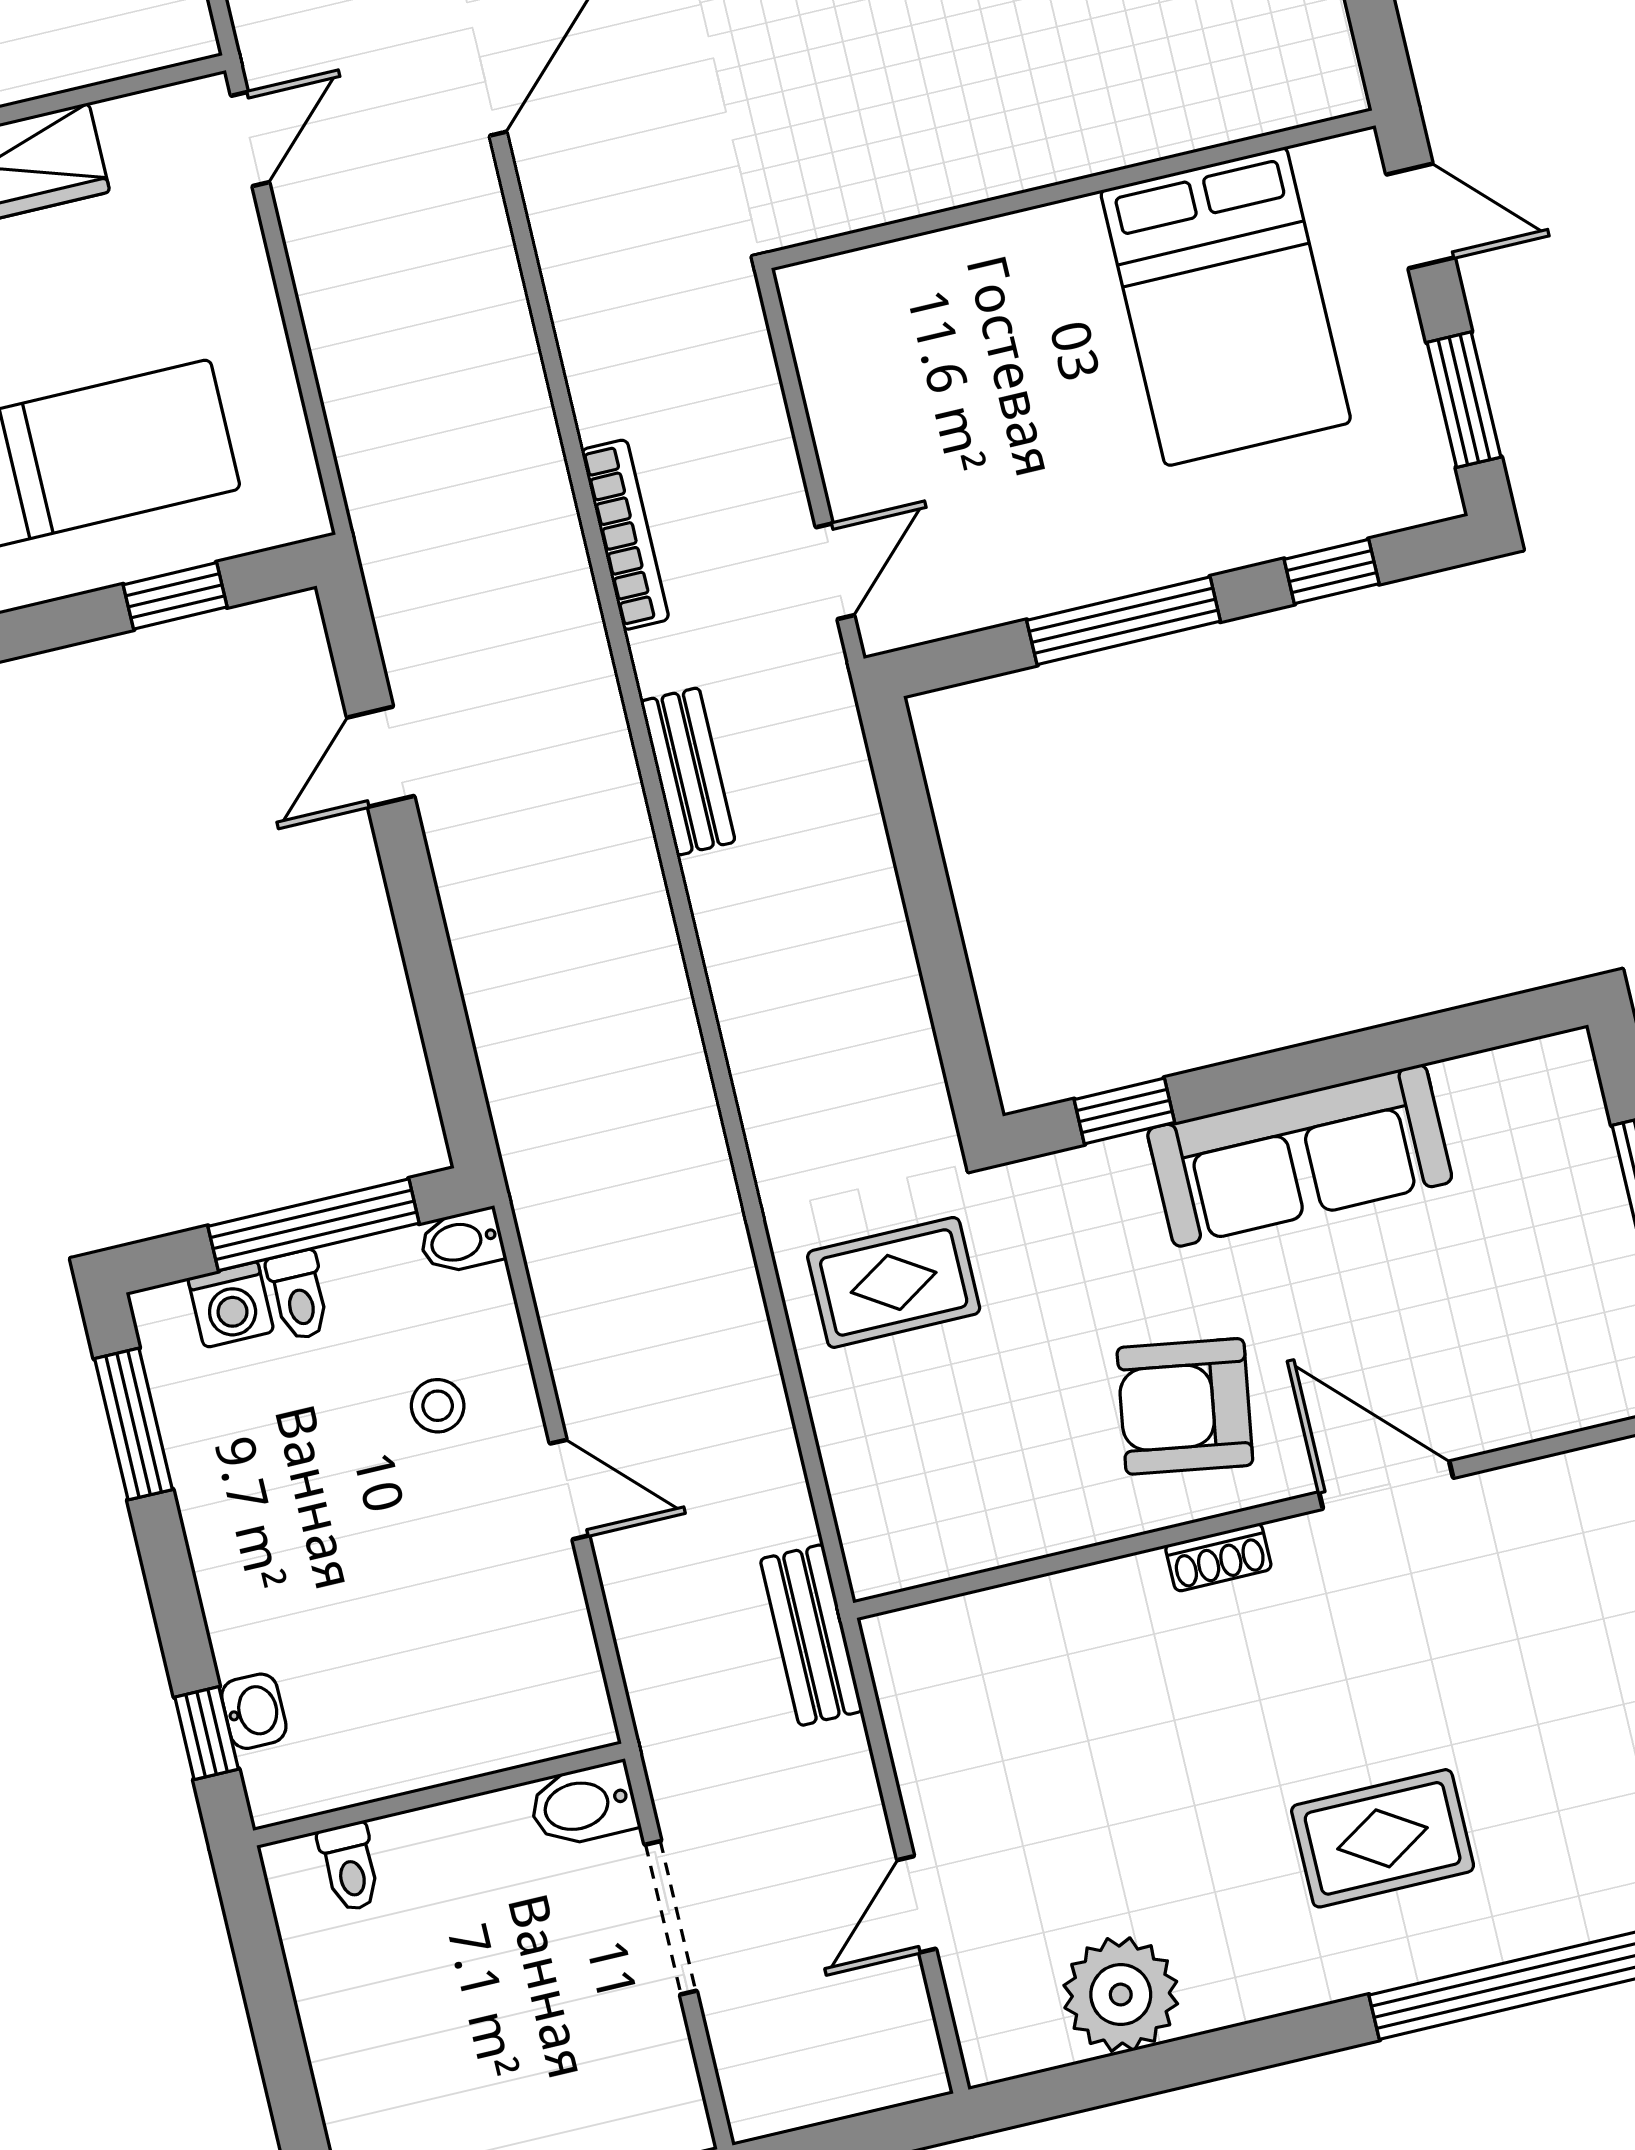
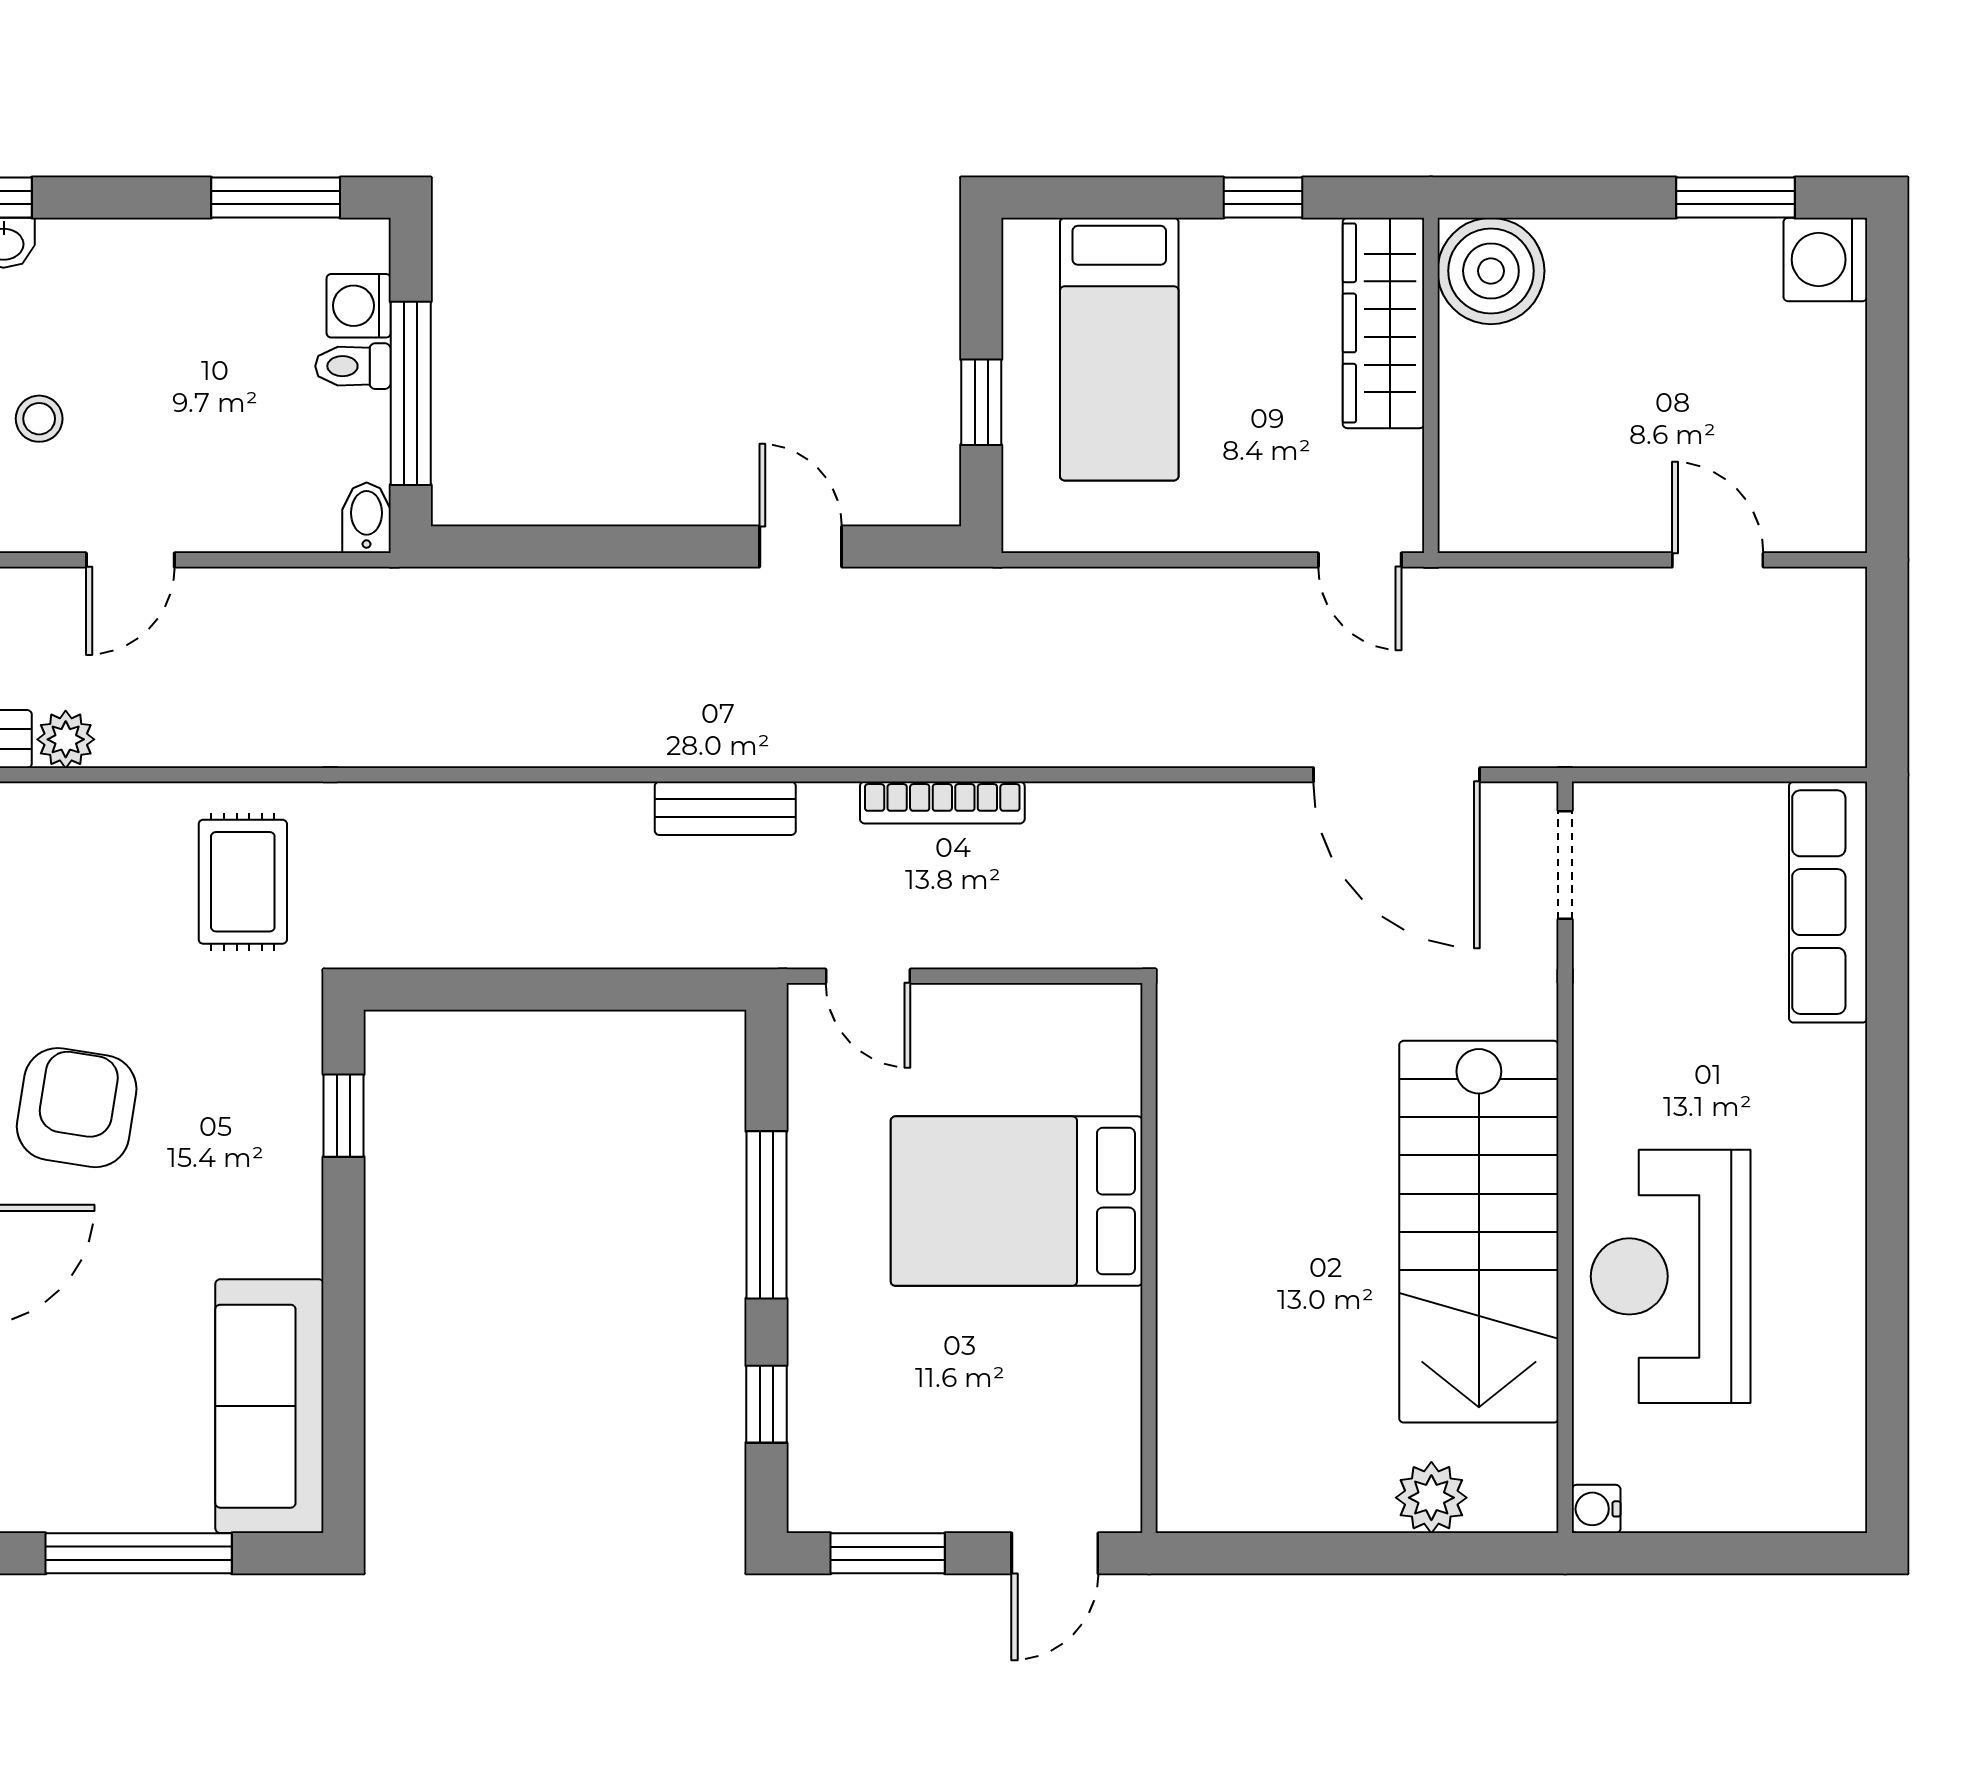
bed: (1226, 306) -> (1017, 1201), moved
sofa: (1300, 1156) -> (269, 1406), moved
stool: (438, 1406) -> (39, 419), moved
plant: (783, 1514) -> (66, 739), added

